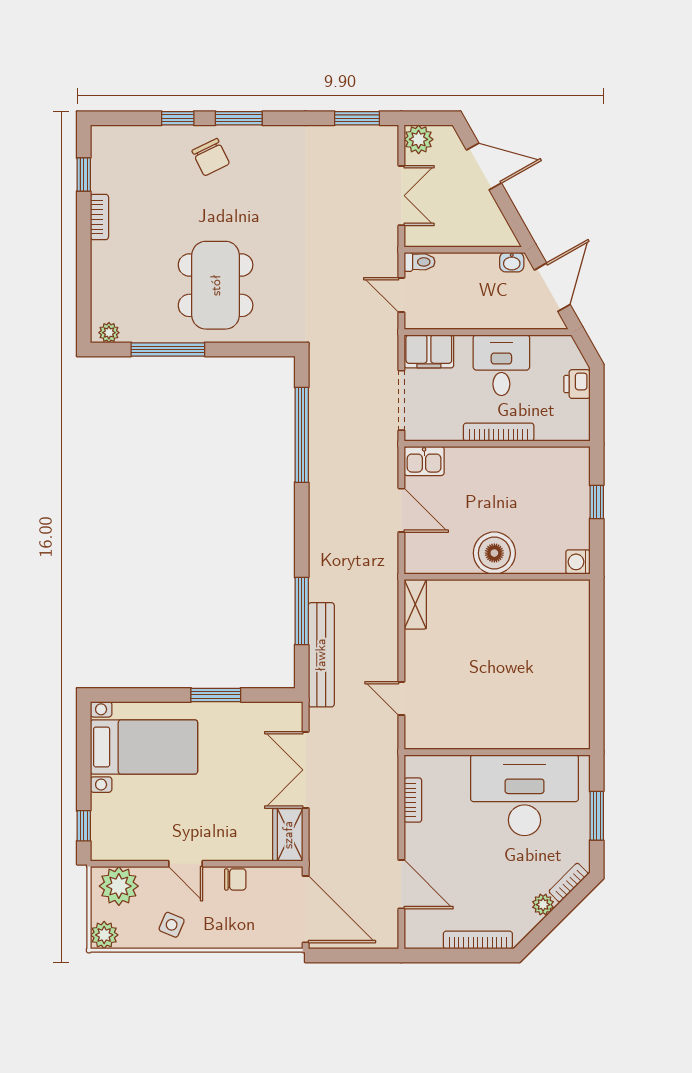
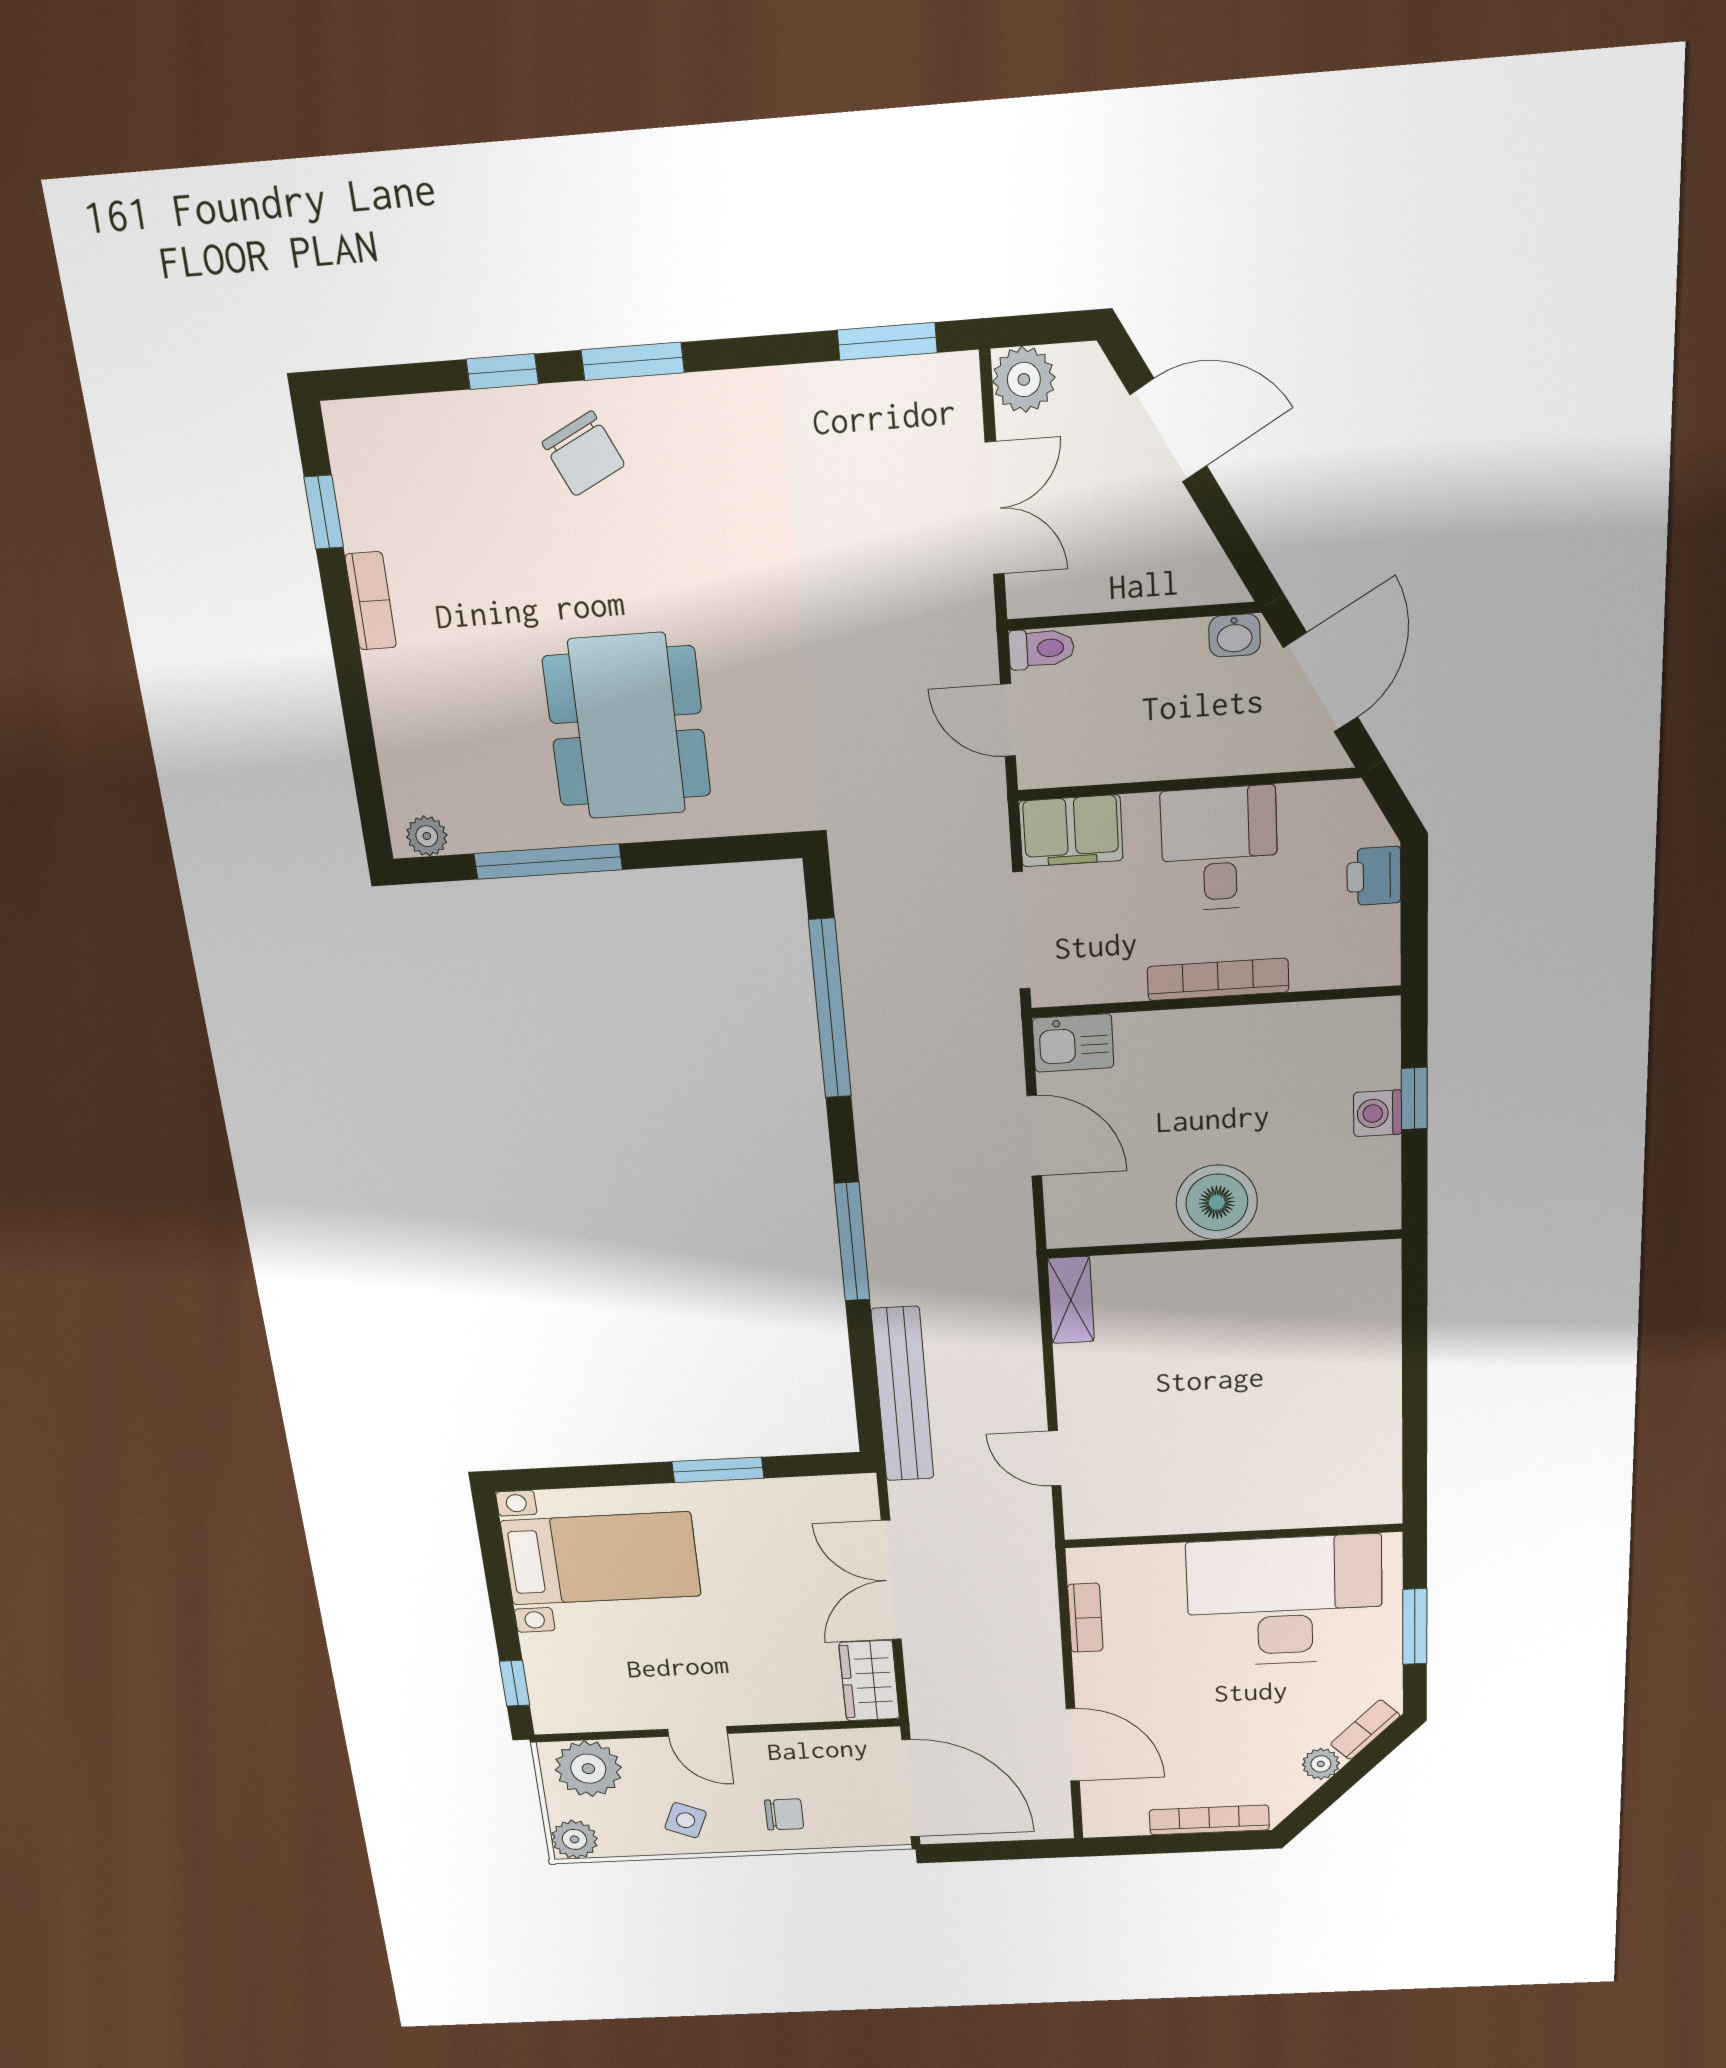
washing machine: (578, 562) -> (1378, 1113), moved
window: (302, 611) -> (852, 1242), moved
chair: (235, 879) -> (784, 1814), moved

